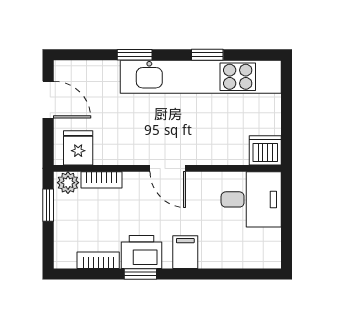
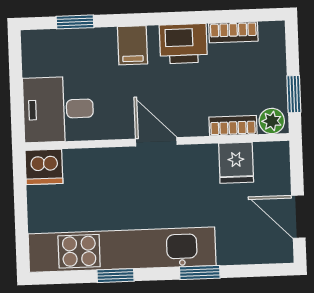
fridge: (78, 148) -> (236, 163), moved
window: (140, 274) -> (75, 22), moved

